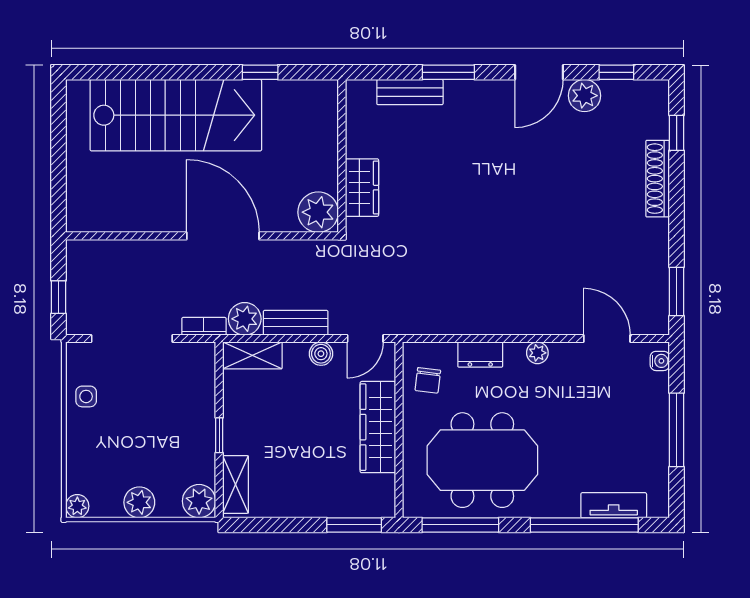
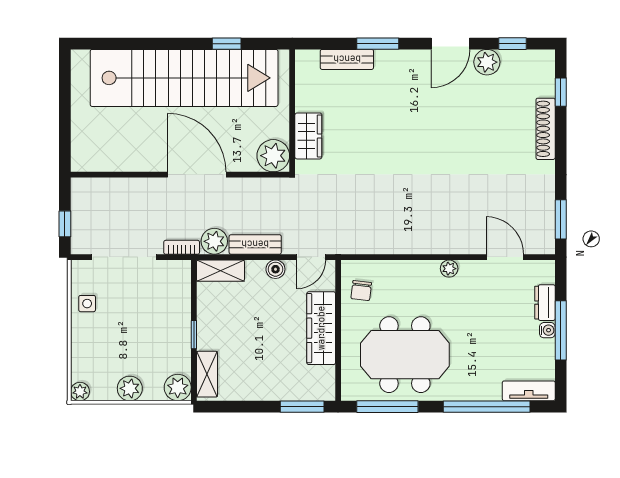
stairs: (176, 115) -> (184, 78), width x1.36
dresser: (480, 355) -> (545, 303), moved, turned 90
water cooler: (660, 361) -> (547, 330), moved
tv unit: (614, 505) -> (529, 391), moved

